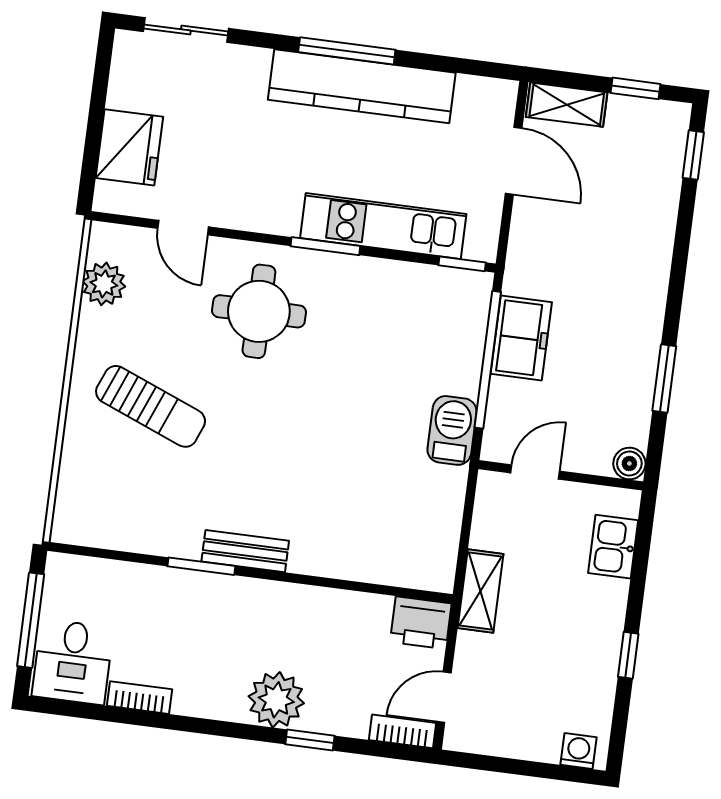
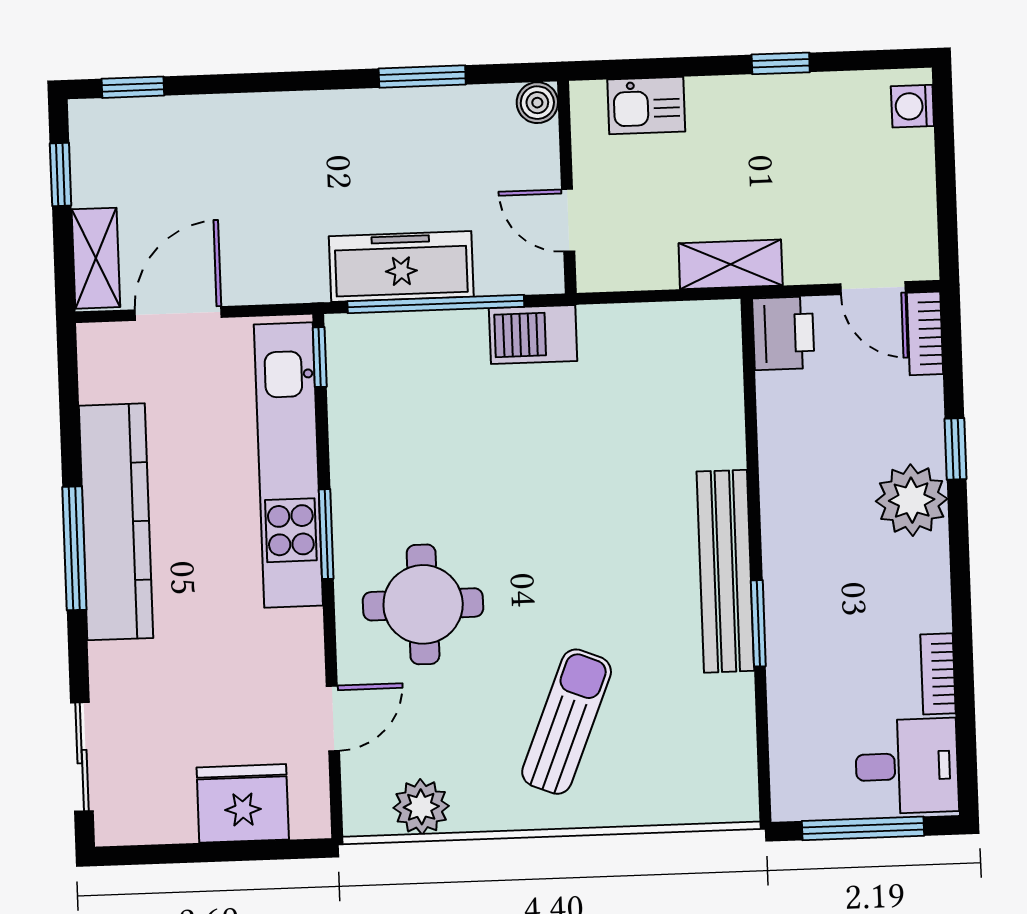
kitchen unit: (383, 226) -> (288, 465), width x1.36
freezer: (521, 338) -> (401, 266), width x1.40
bench: (245, 551) -> (725, 571), width x1.86, depth x1.21

